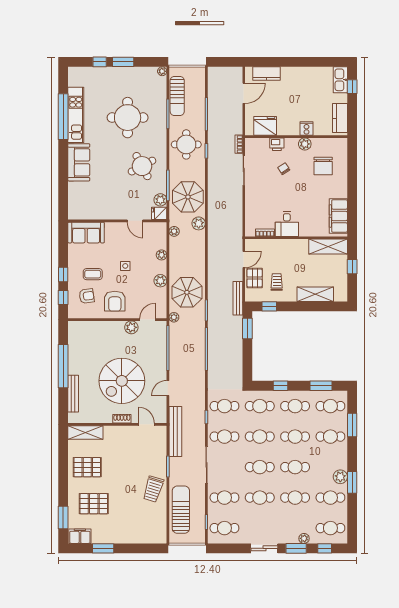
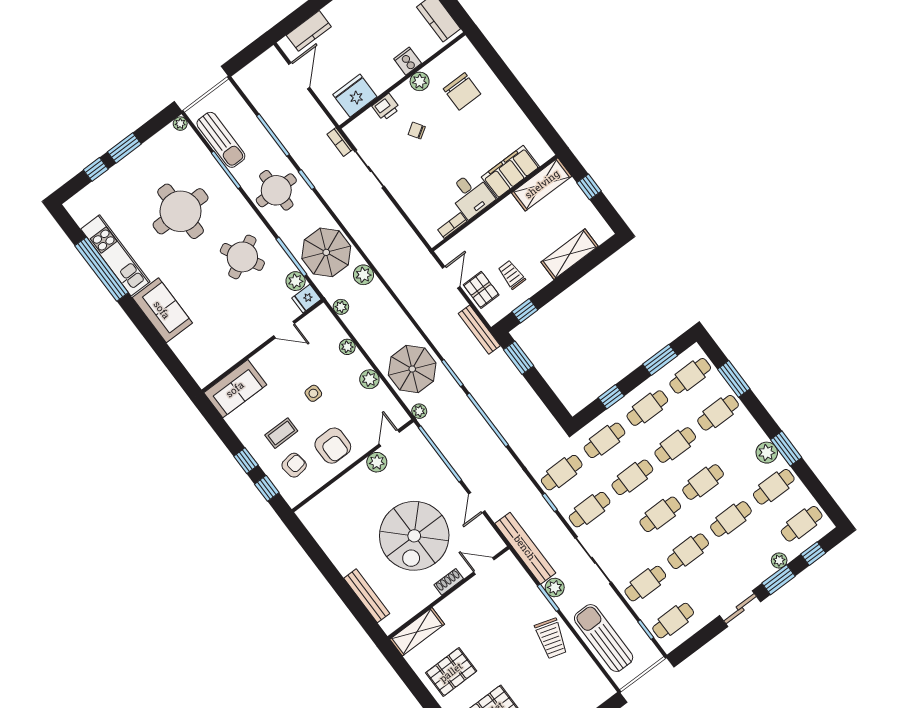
filing cabinet: (338, 216) -> (510, 172), moved, turned 90
window: (63, 366) -> (330, 572), removed
plant: (175, 464) -> (555, 588), added

